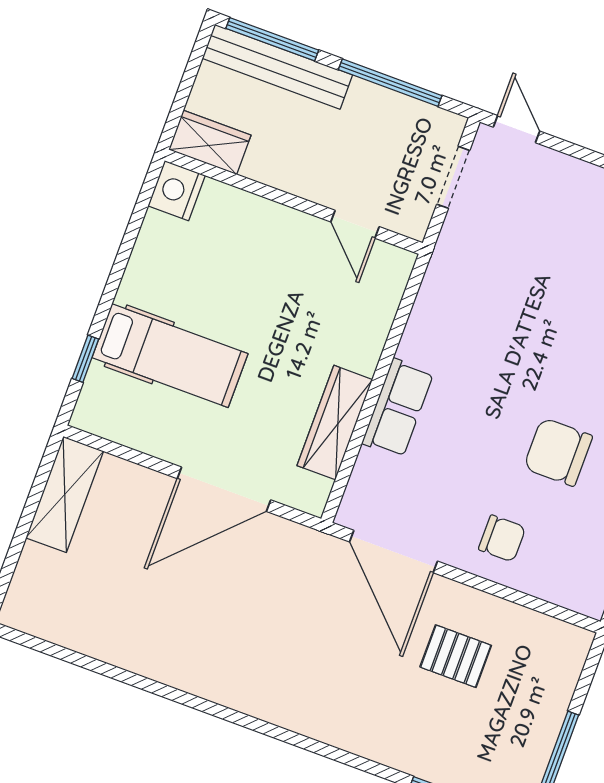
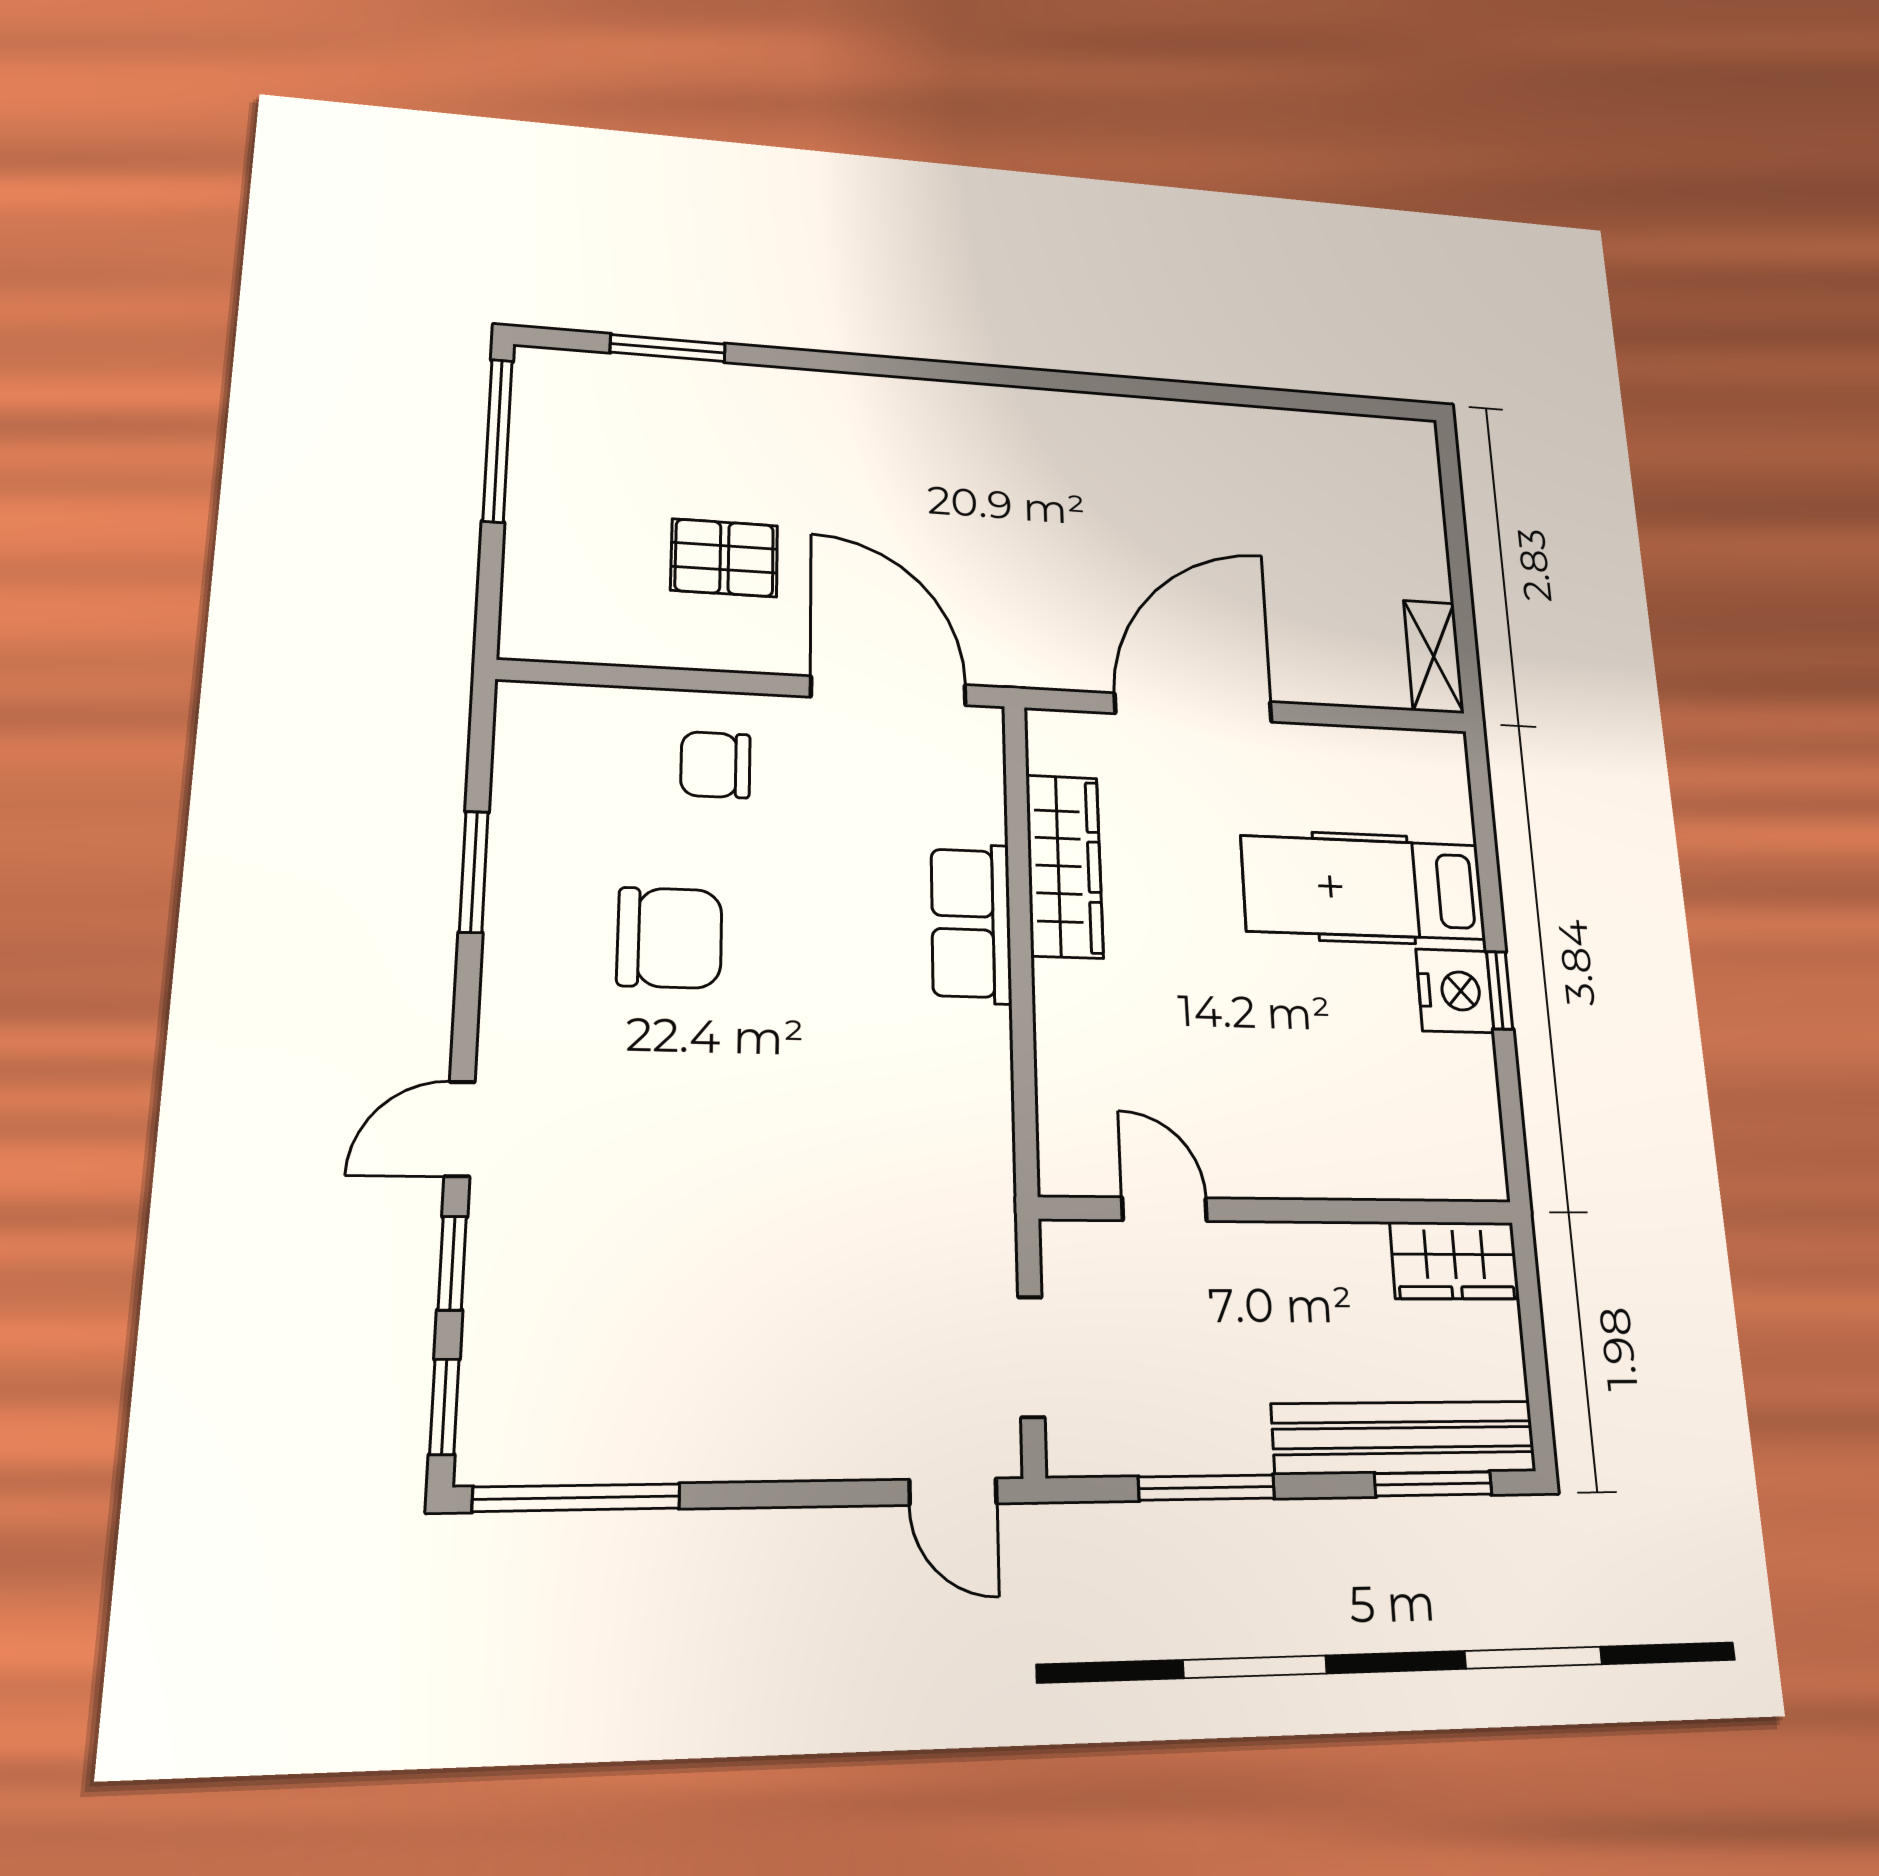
window: (272, 39) -> (1433, 1484), width x0.69
window: (390, 83) -> (1207, 1488), width x0.69
nightstand: (177, 191) -> (1455, 991), moved
window: (85, 359) -> (1500, 990), moved
shelving: (65, 494) -> (1434, 657), width x0.67, depth x0.75

